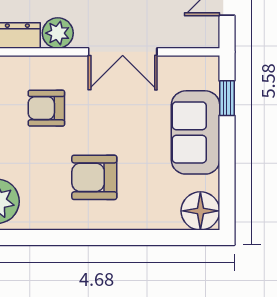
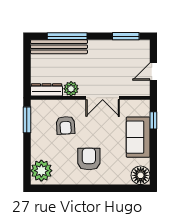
armchair: (46, 108) -> (66, 125), turned -93
armchair: (94, 177) -> (89, 159), turned 90

